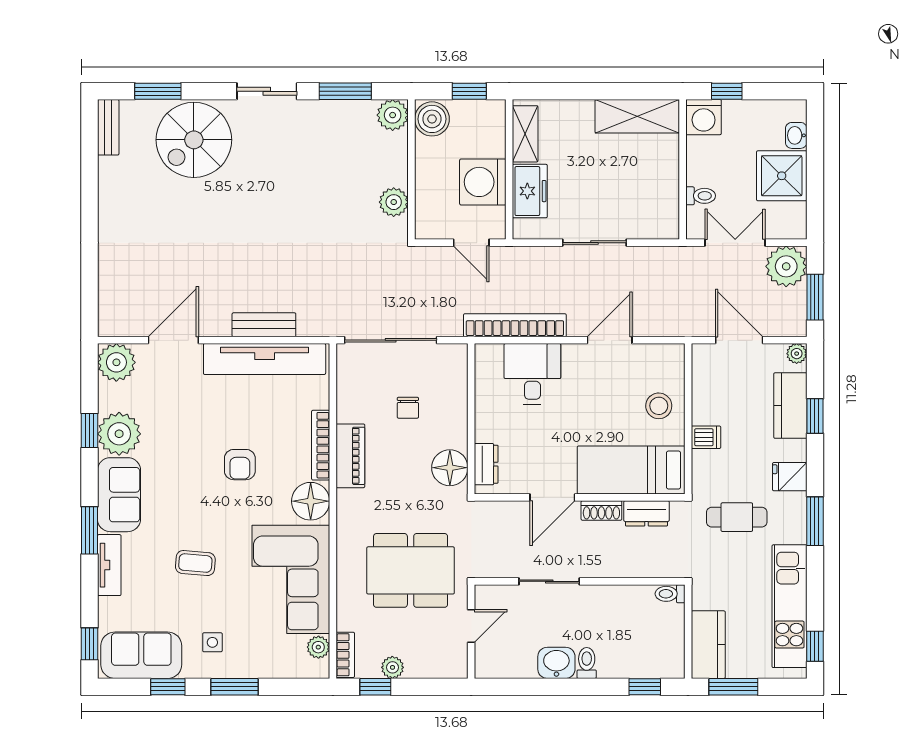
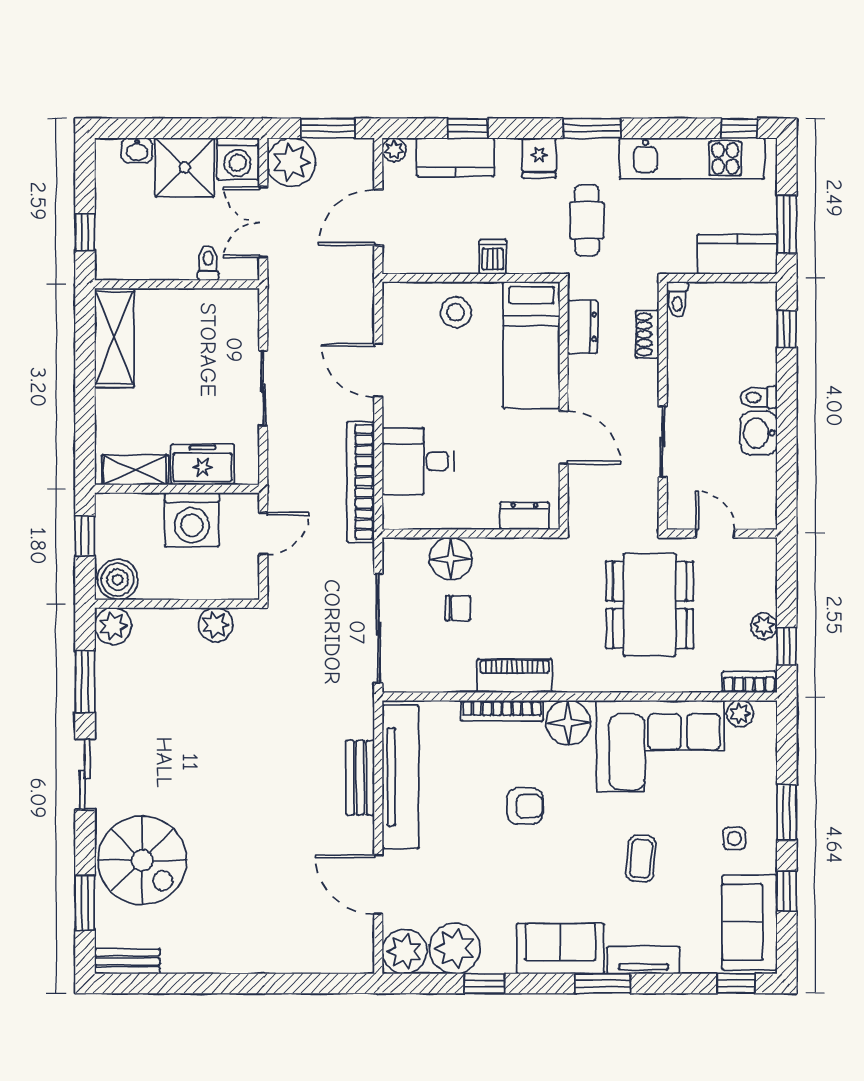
washing machine: (704, 117) -> (237, 159), moved, turned 90
plant: (119, 434) -> (455, 948), moved
floor lamp: (450, 468) -> (451, 559), moved
shoe rack: (601, 511) -> (647, 334), moved, turned 180

